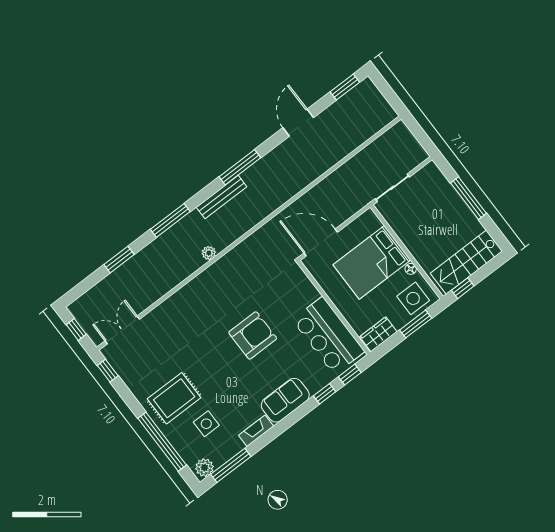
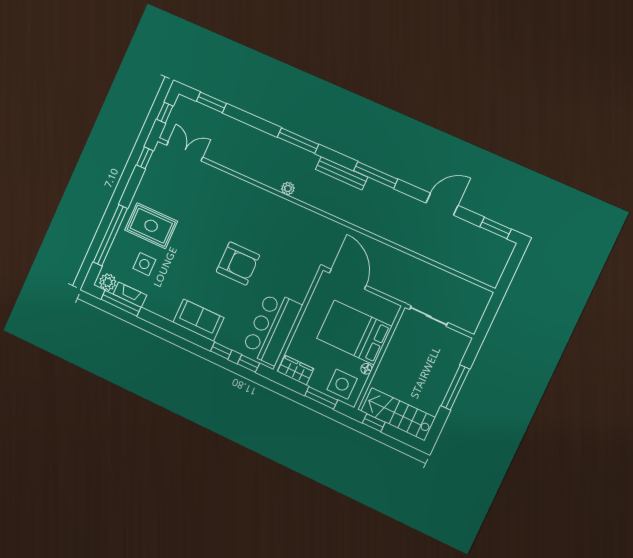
window: (119, 260) -> (211, 102), moved
fireplace: (256, 431) -> (130, 295), moved

